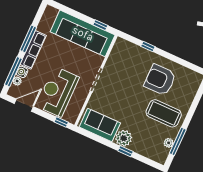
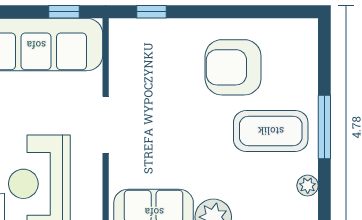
window: (148, 47) -> (151, 12), moved
window: (178, 141) -> (324, 127), moved

